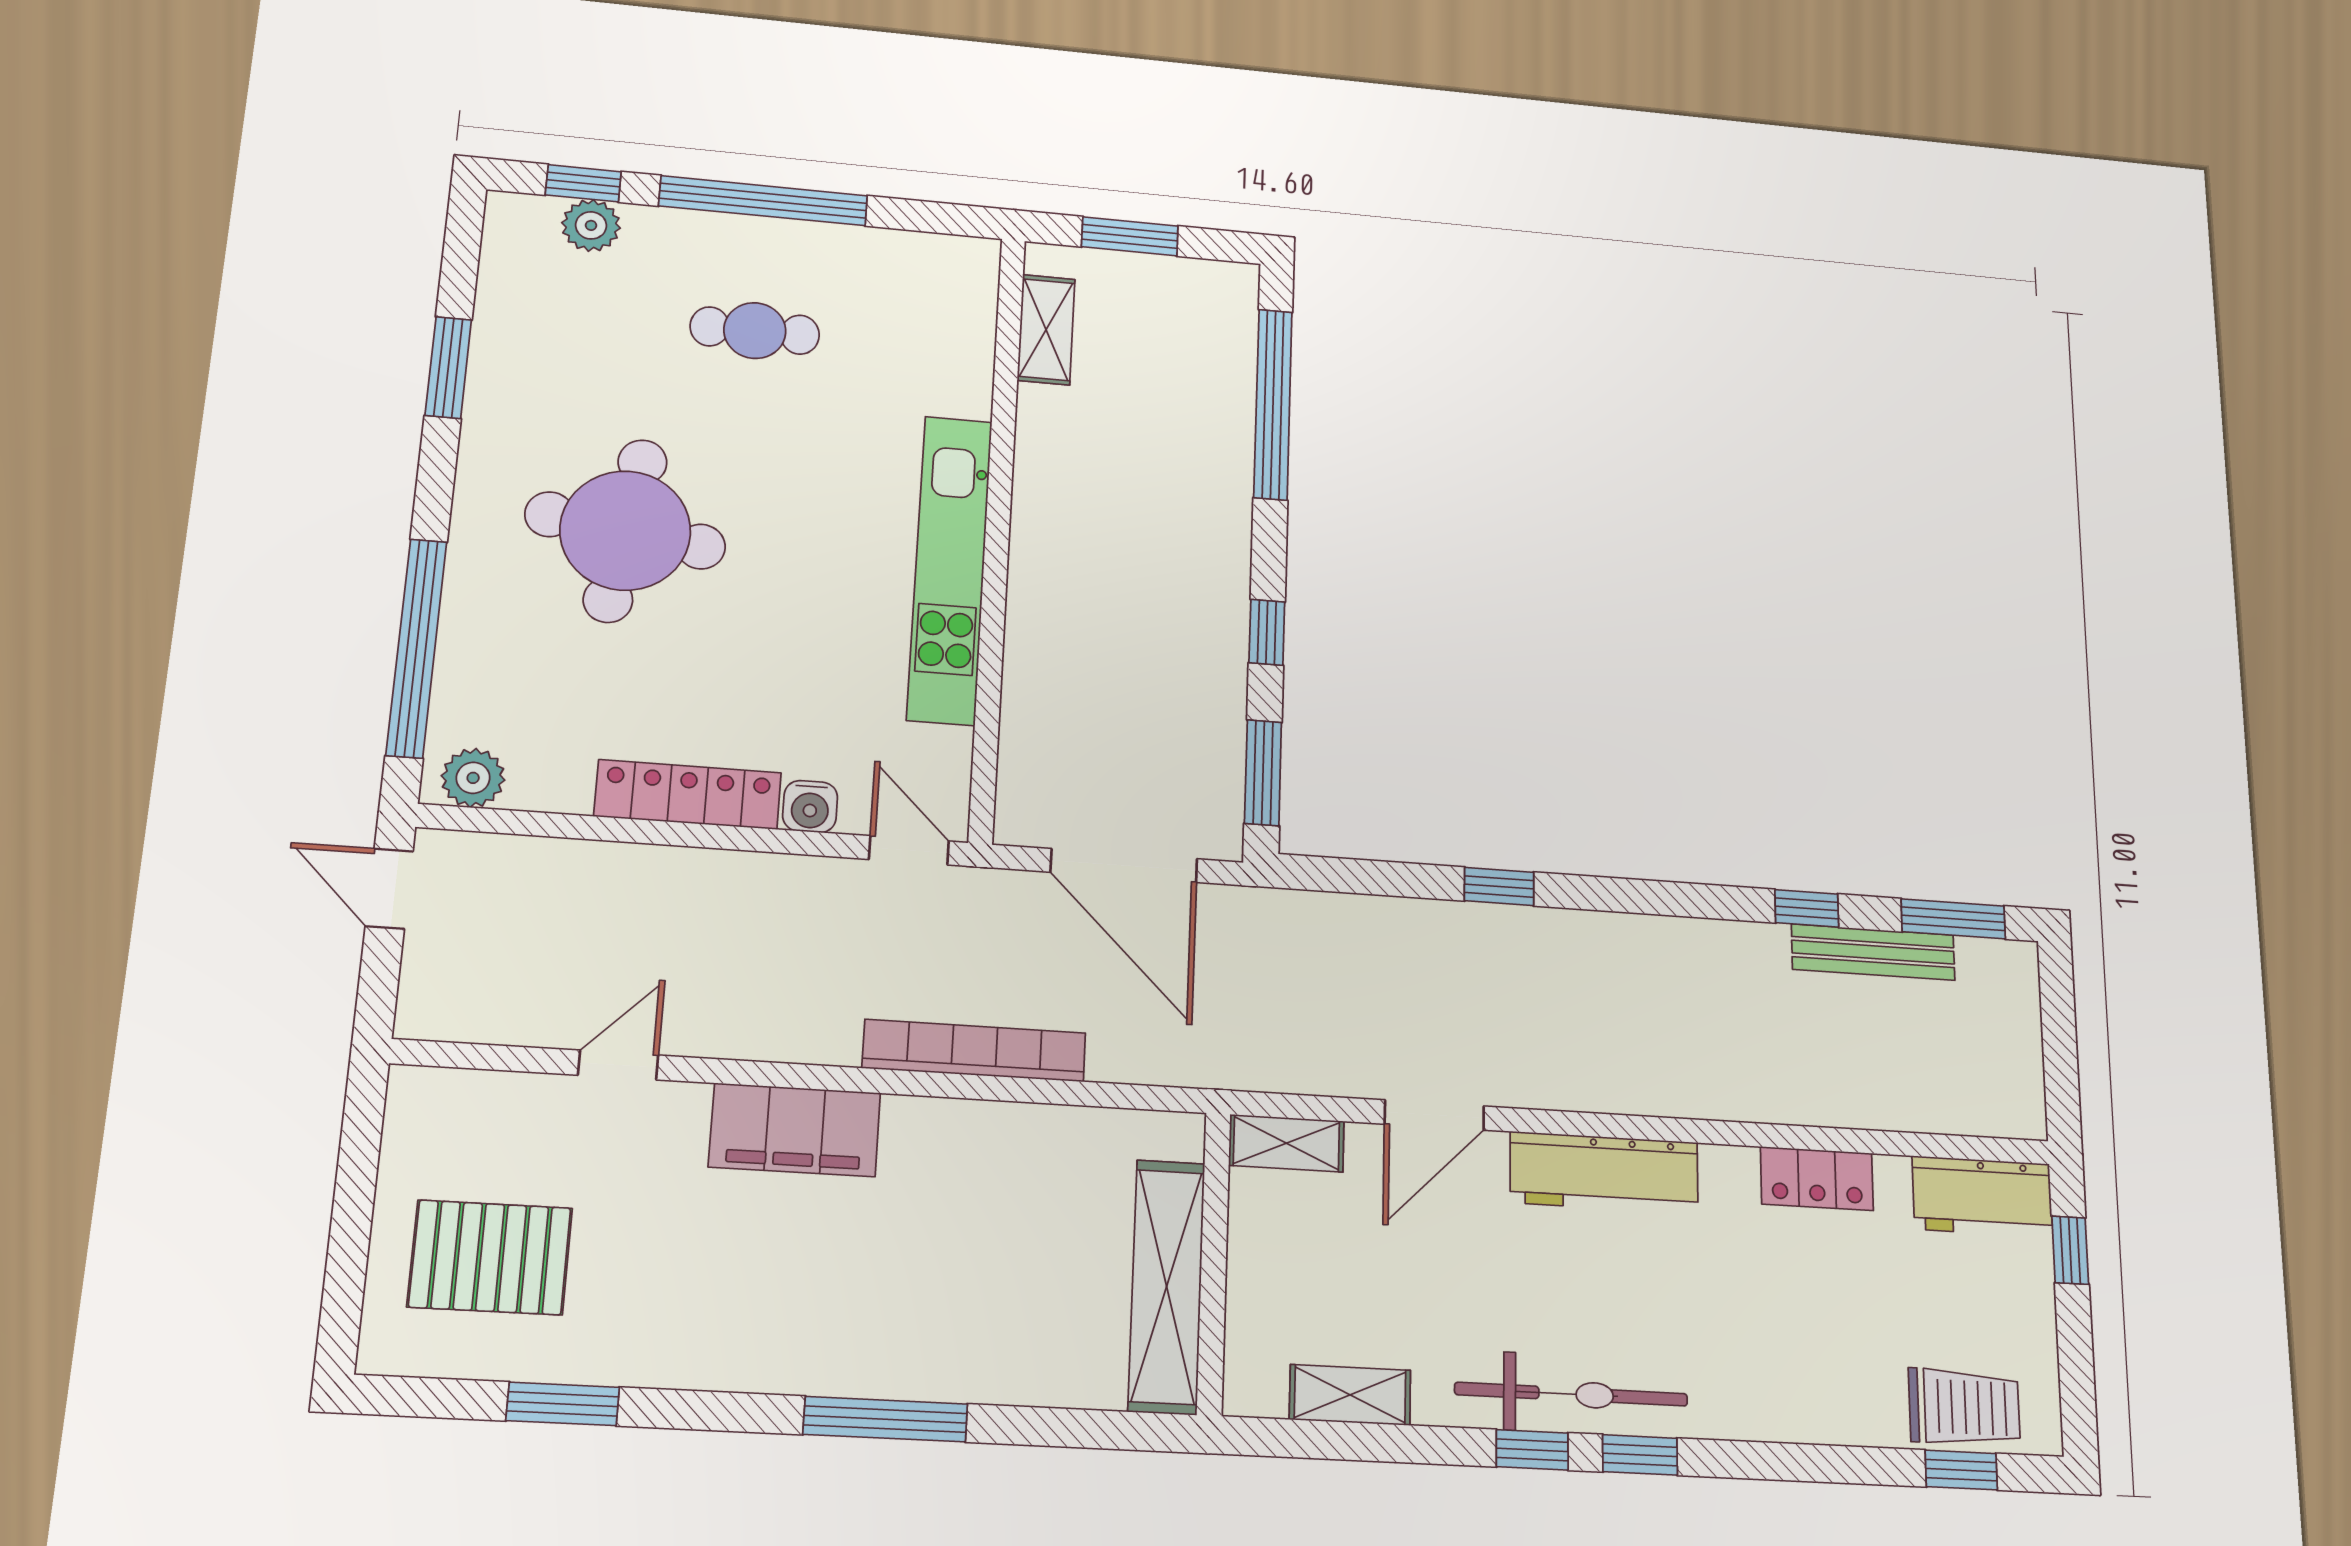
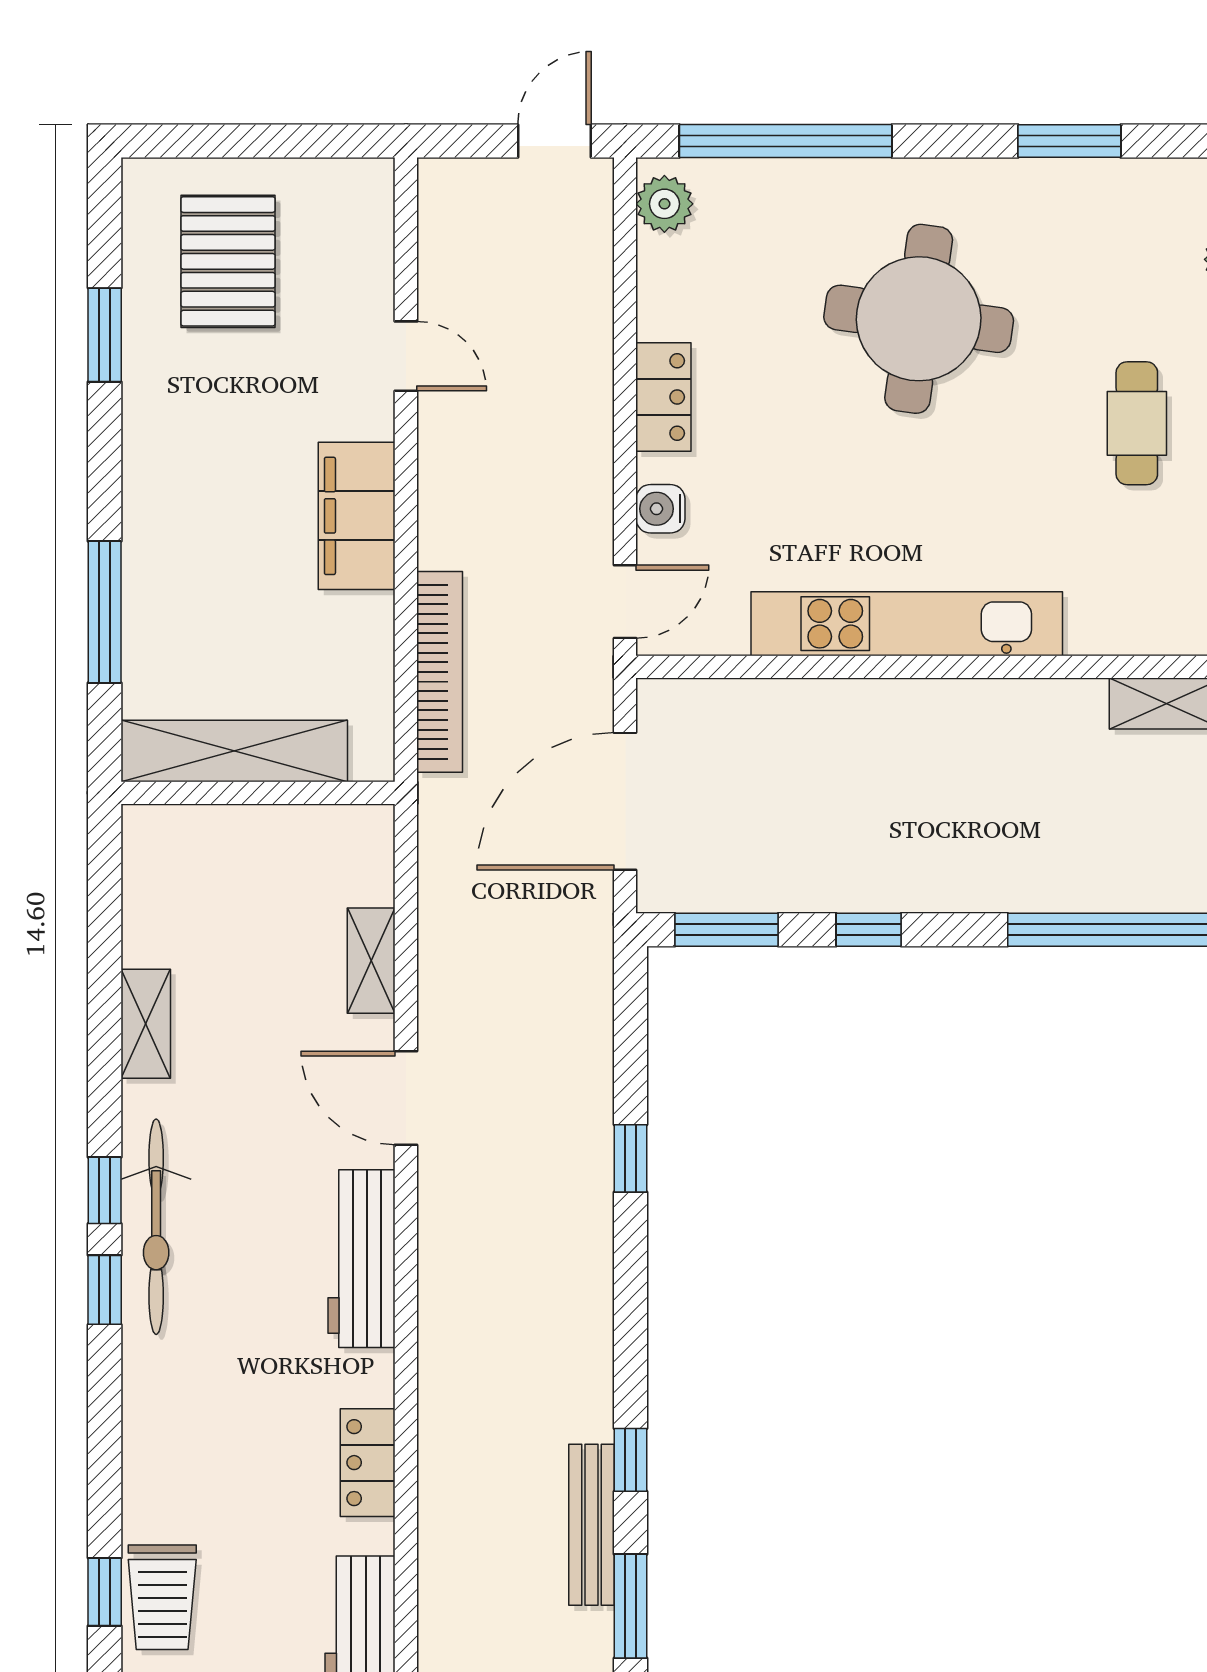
locker: (688, 794) -> (663, 397), width x0.66
wall: (1214, 1262) -> (258, 793), moved
shelving: (1167, 1286) -> (234, 751), moved

